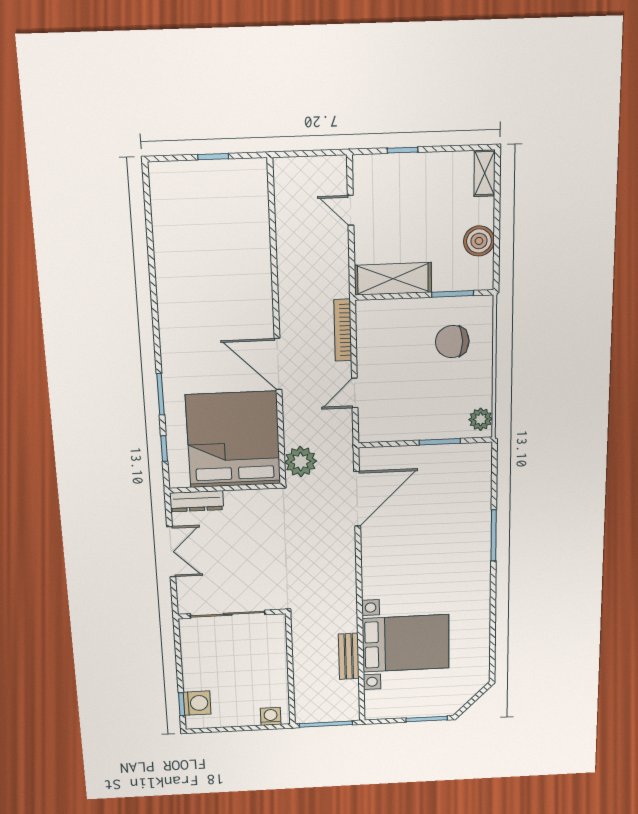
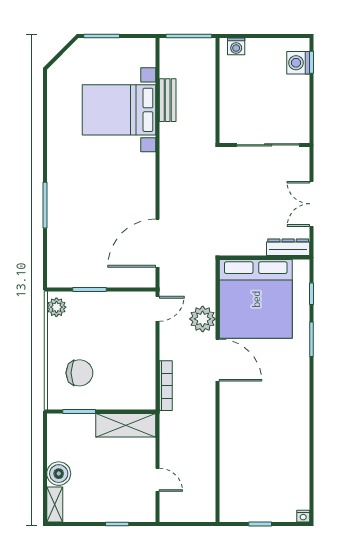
nightstand: (156, 169) -> (303, 516), added
boiler: (479, 241) -> (59, 474), moved
door: (355, 393) -> (158, 309), moved
plant: (301, 462) -> (203, 319), moved

